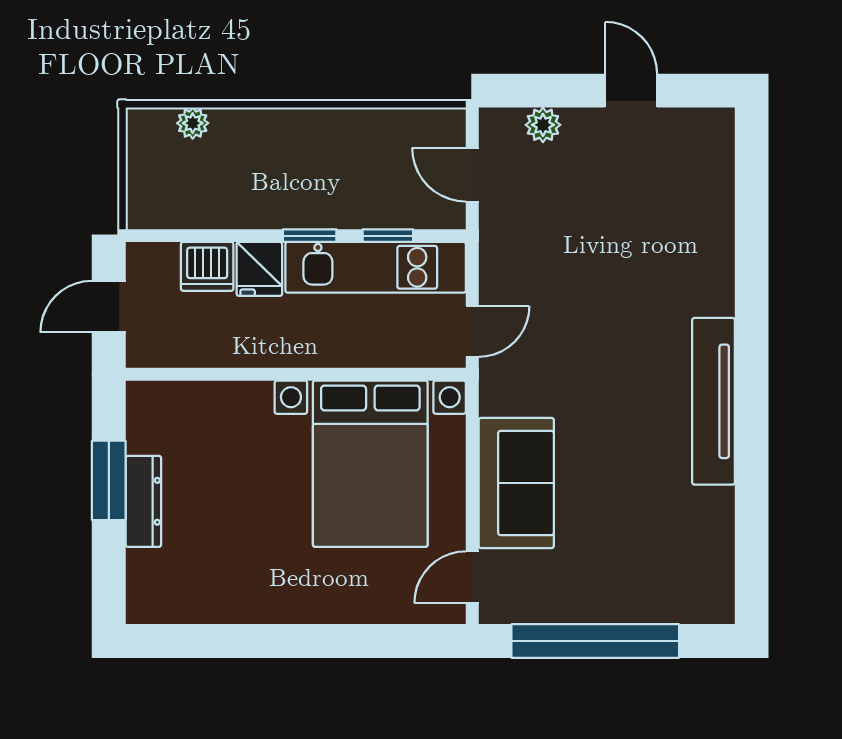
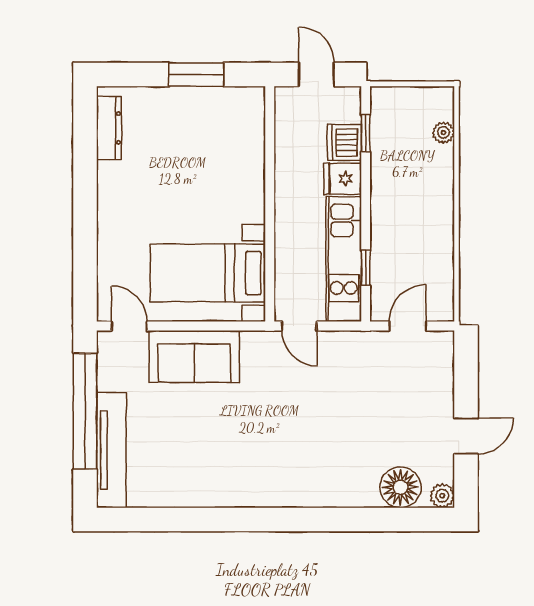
plant: (543, 125) -> (442, 496), moved
floor lamp: (705, 185) -> (400, 487), added
window: (310, 236) -> (366, 133), moved
tv unit: (714, 401) -> (111, 450), moved, turned 90
bed with nightstands: (370, 464) -> (208, 273), width x0.73
dresser: (143, 501) -> (109, 128), moved, turned -90

